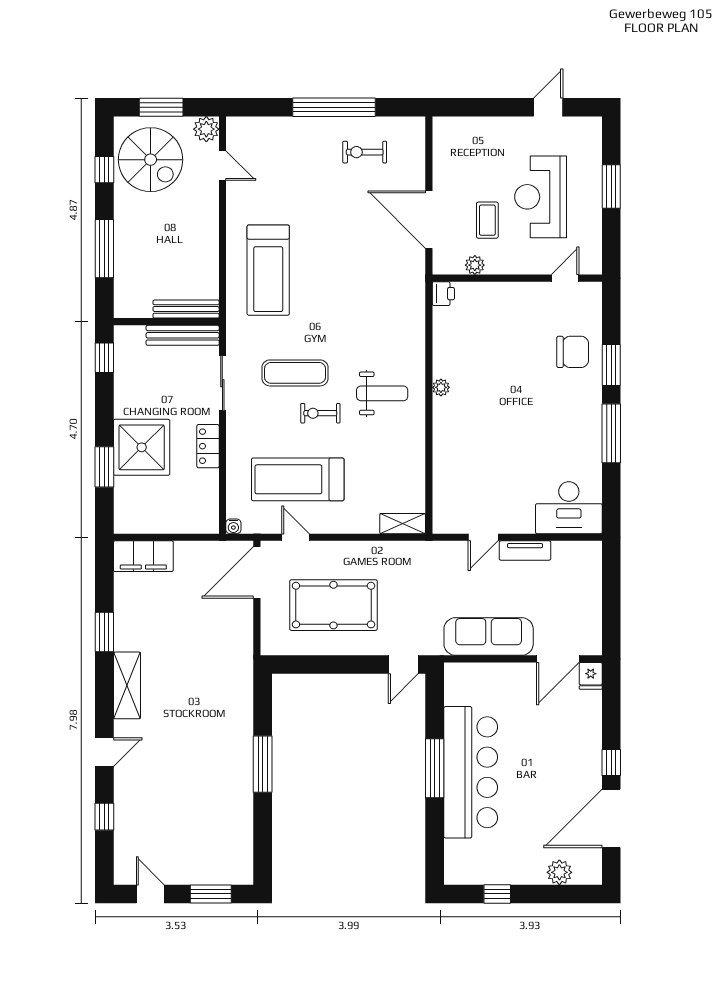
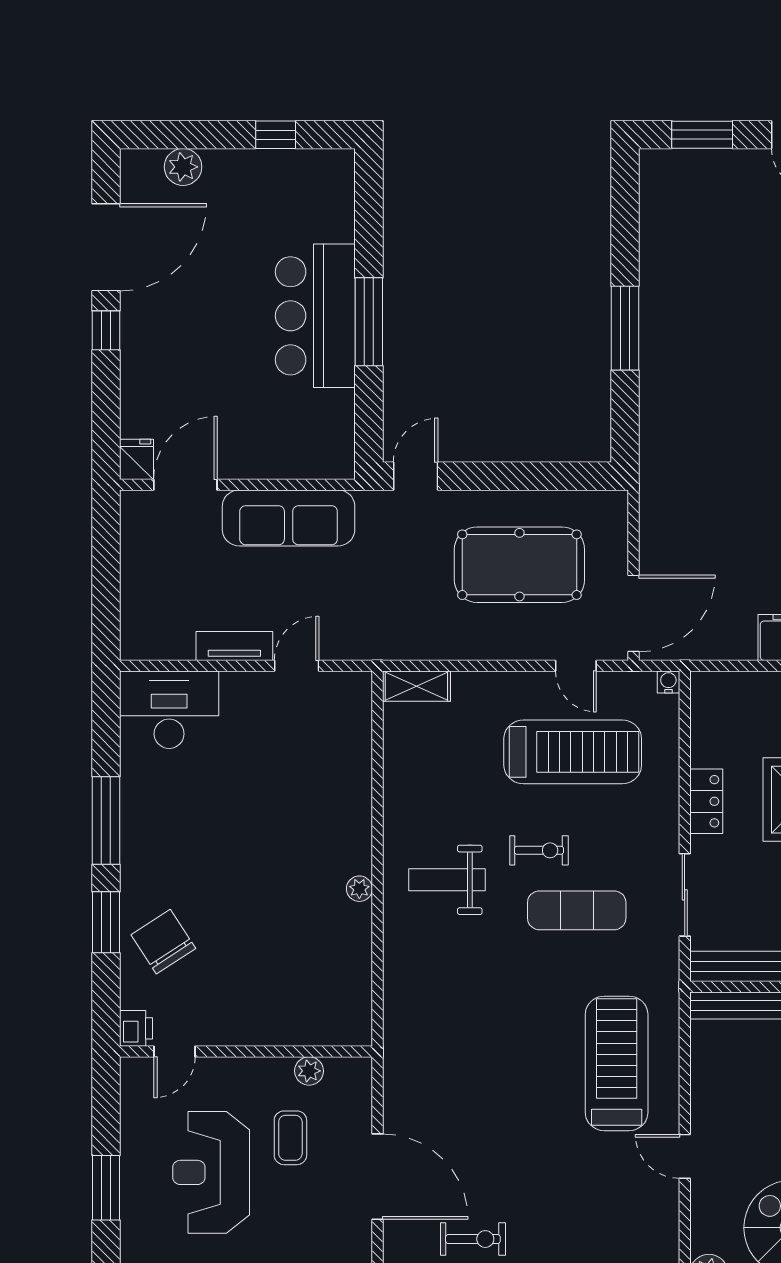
door: (222, 166) -> (685, 1156), moved
reception desk: (541, 197) -> (211, 1172), turned 180
door: (429, 220) -> (377, 1177), moved
printer: (443, 294) -> (136, 1028), moved, turned 180
chair: (573, 352) -> (163, 942), turned 57
bar counter: (471, 772) -> (315, 316), width x0.73

